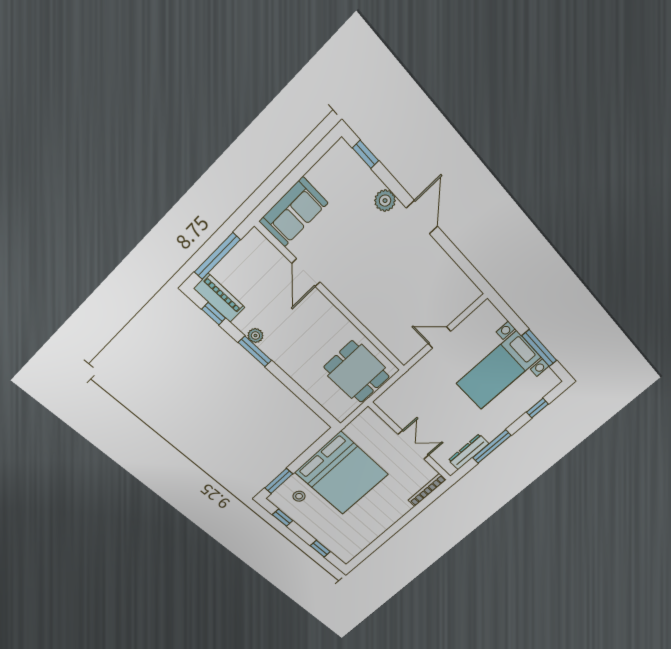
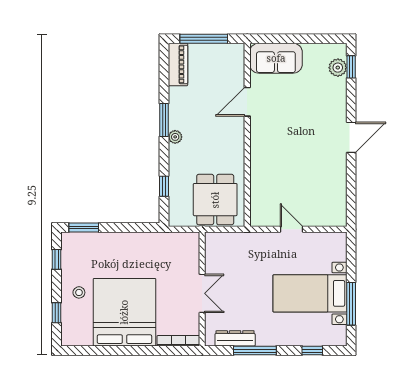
plant: (385, 201) -> (338, 68), moved
window: (214, 314) -> (164, 186), moved
plant: (255, 336) -> (175, 137), moved
bed: (342, 473) -> (124, 312), moved, turned 180
stool: (299, 496) -> (79, 292), moved

